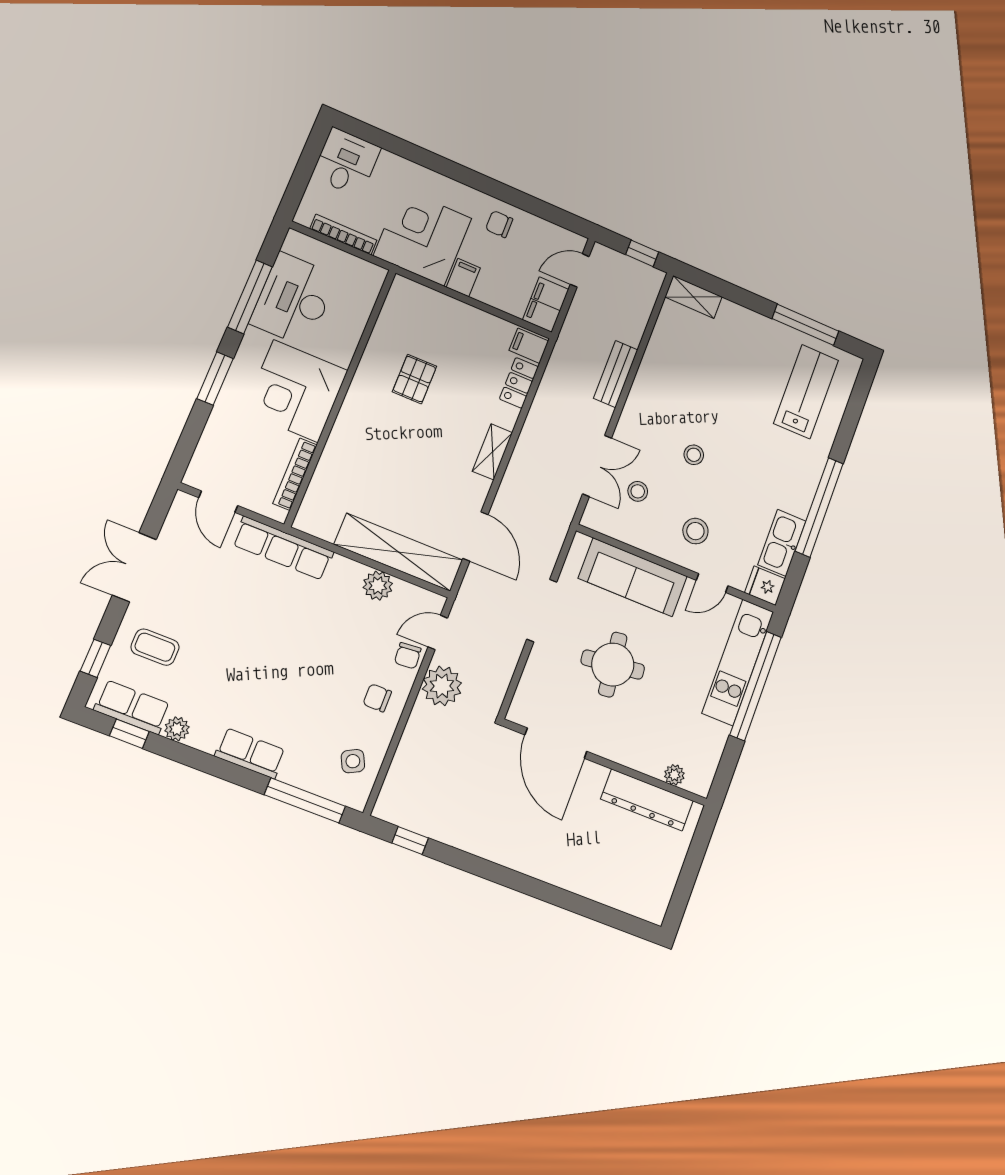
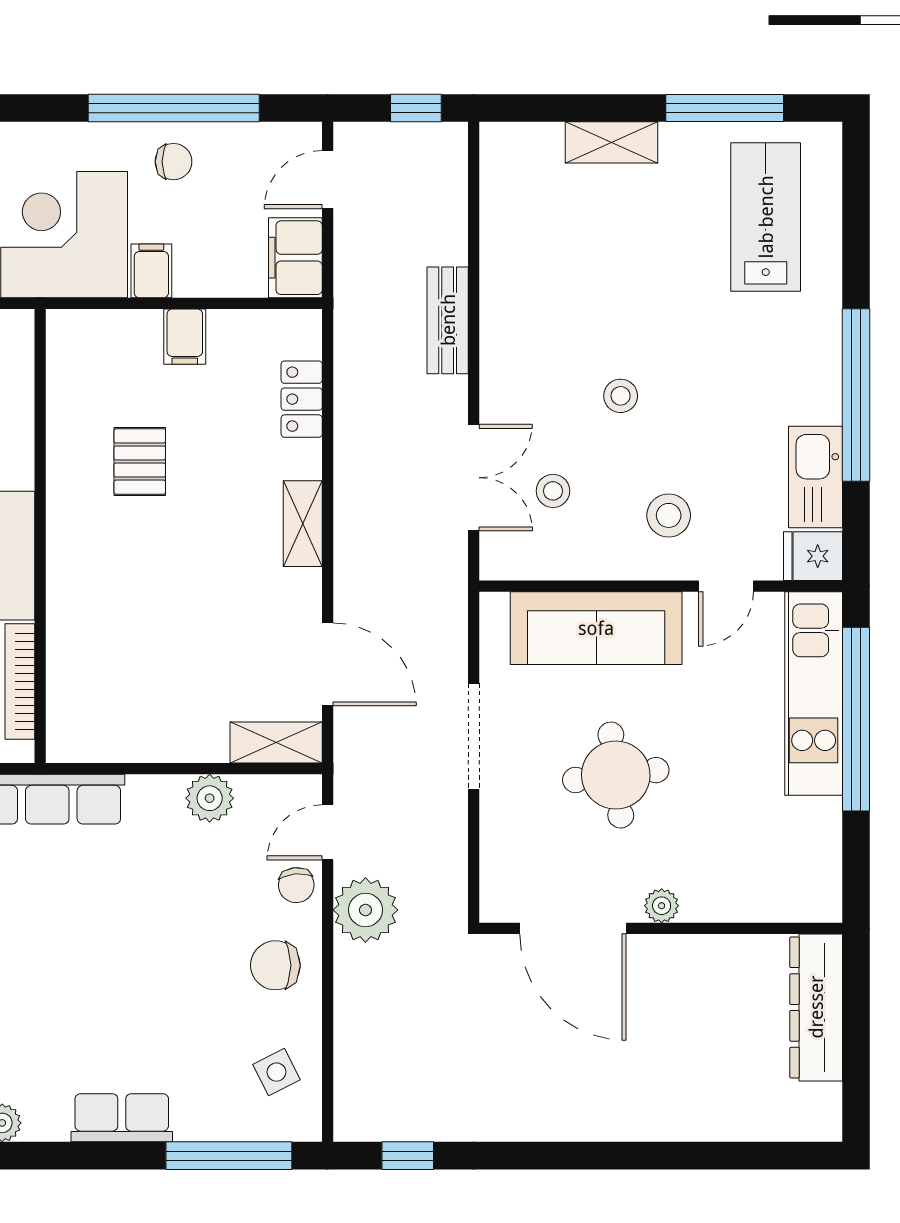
window: (511, 196) -> (174, 108), added
chair: (499, 224) -> (173, 162), turned 180
shelving: (694, 297) -> (611, 142), moved
filing cabinet: (529, 346) -> (185, 337), moved, turned -90
shelving: (399, 552) -> (276, 743), width x0.45, depth x0.75
chair: (377, 698) -> (275, 965), width x1.37, depth x1.37
plant: (674, 775) -> (662, 906), moved
dresser: (647, 800) -> (816, 1007), moved, turned 90

